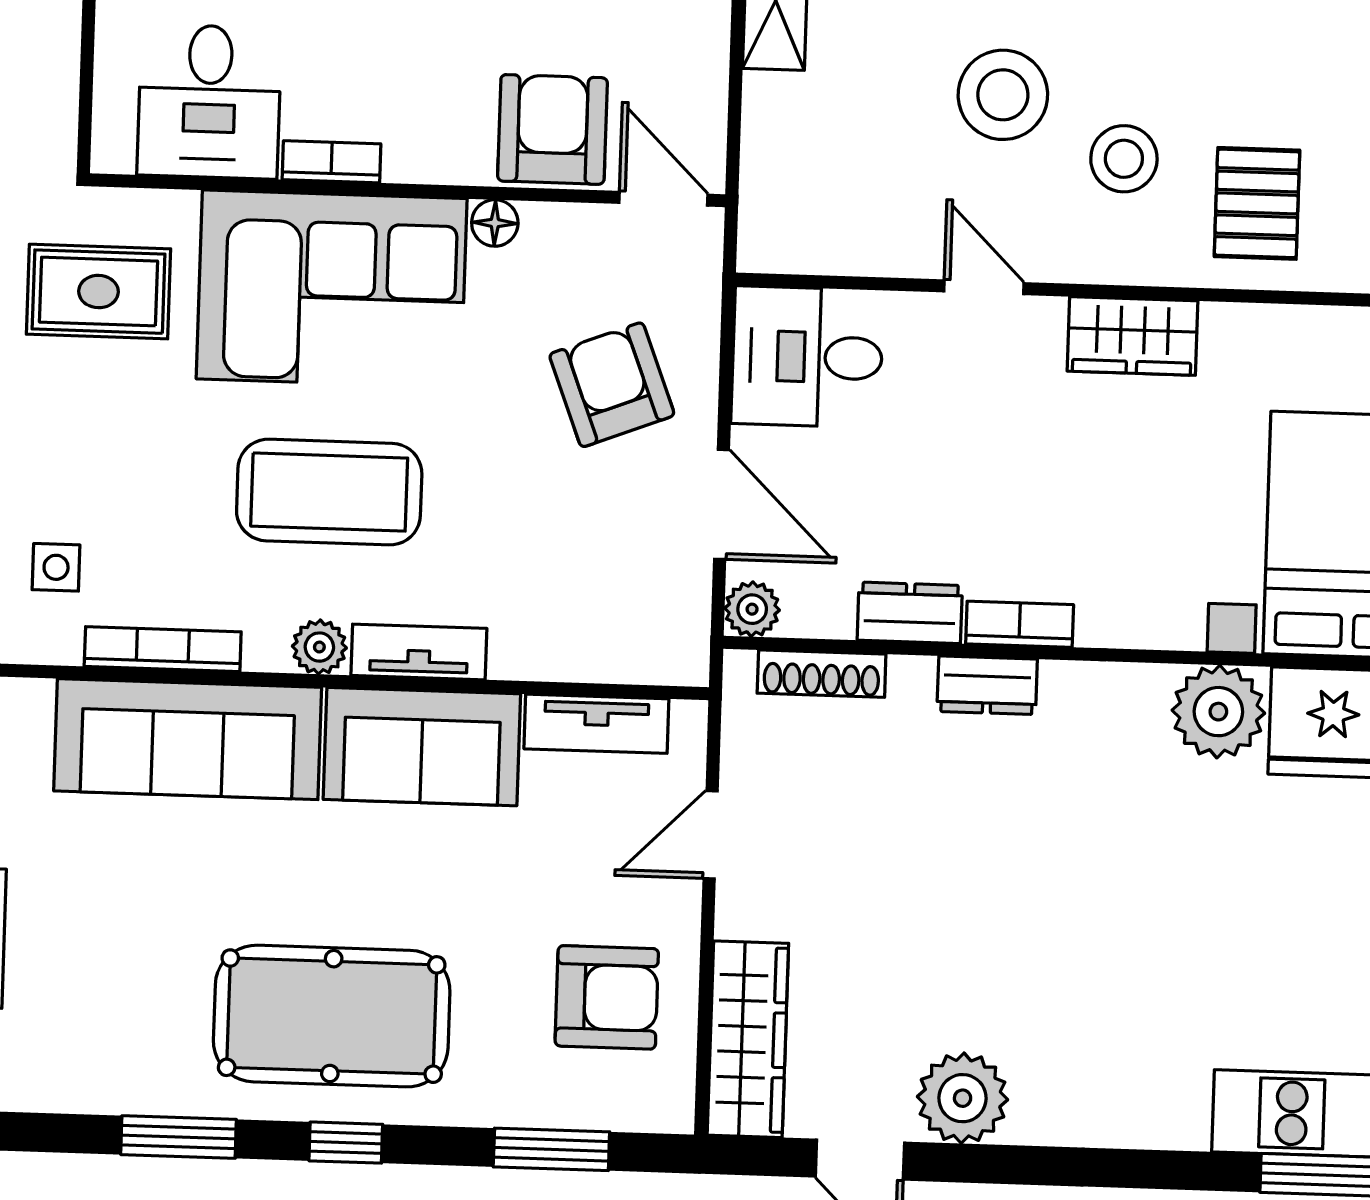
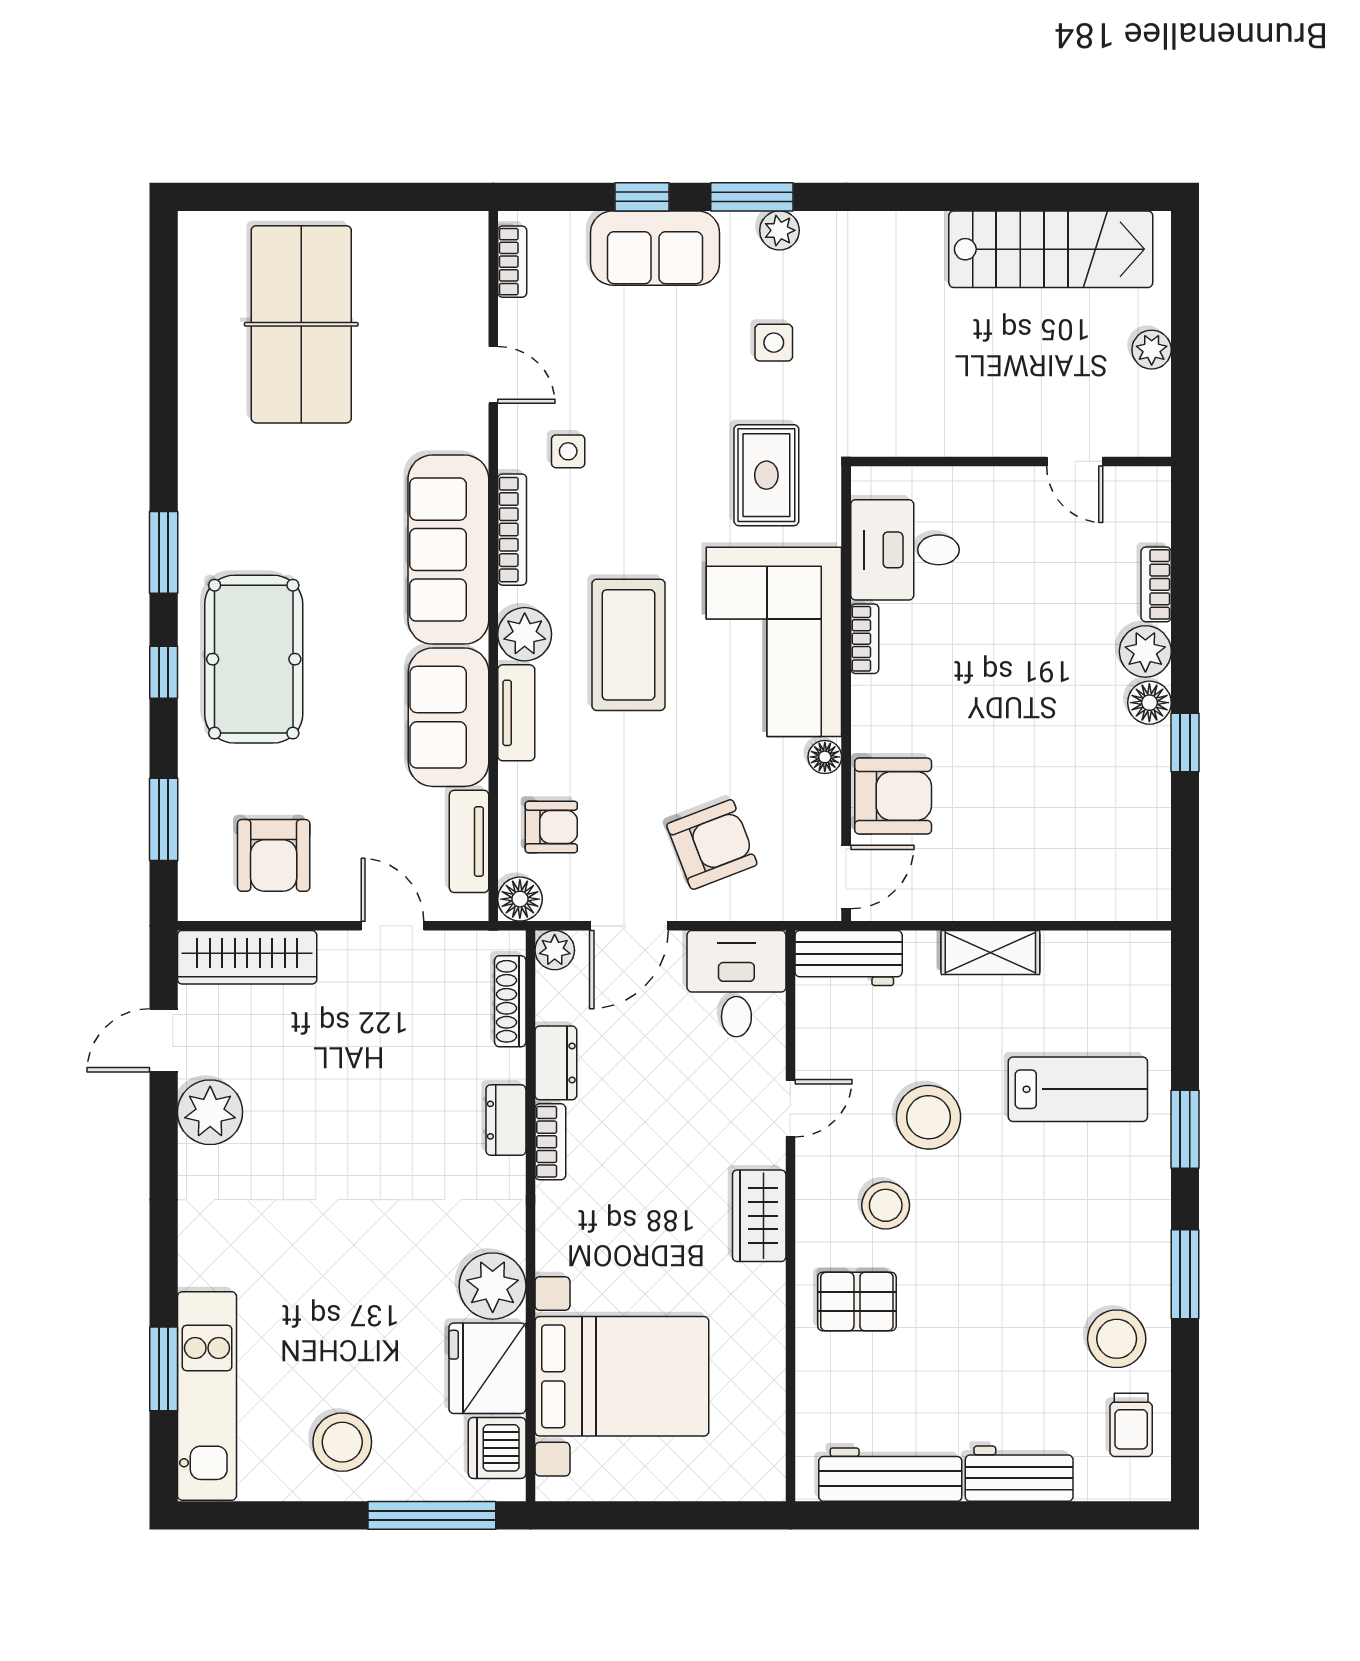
workbench: (777, 199) -> (849, 958), added
armchair: (580, 608) -> (551, 827), added
plant: (319, 647) -> (525, 634), width x1.38, depth x1.38
floor lamp: (679, 655) -> (520, 899), added

